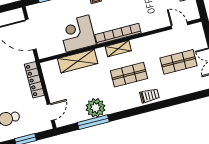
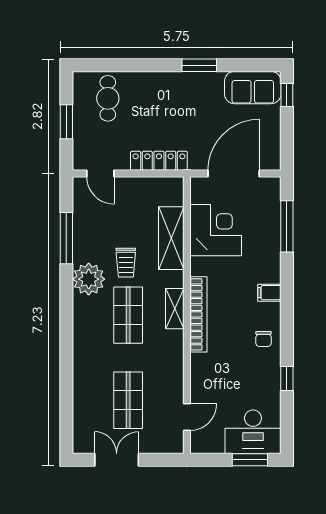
corner desk: (77, 34) -> (216, 230), moved
trolley: (149, 96) -> (126, 263), moved
plant: (96, 108) -> (89, 279), moved

